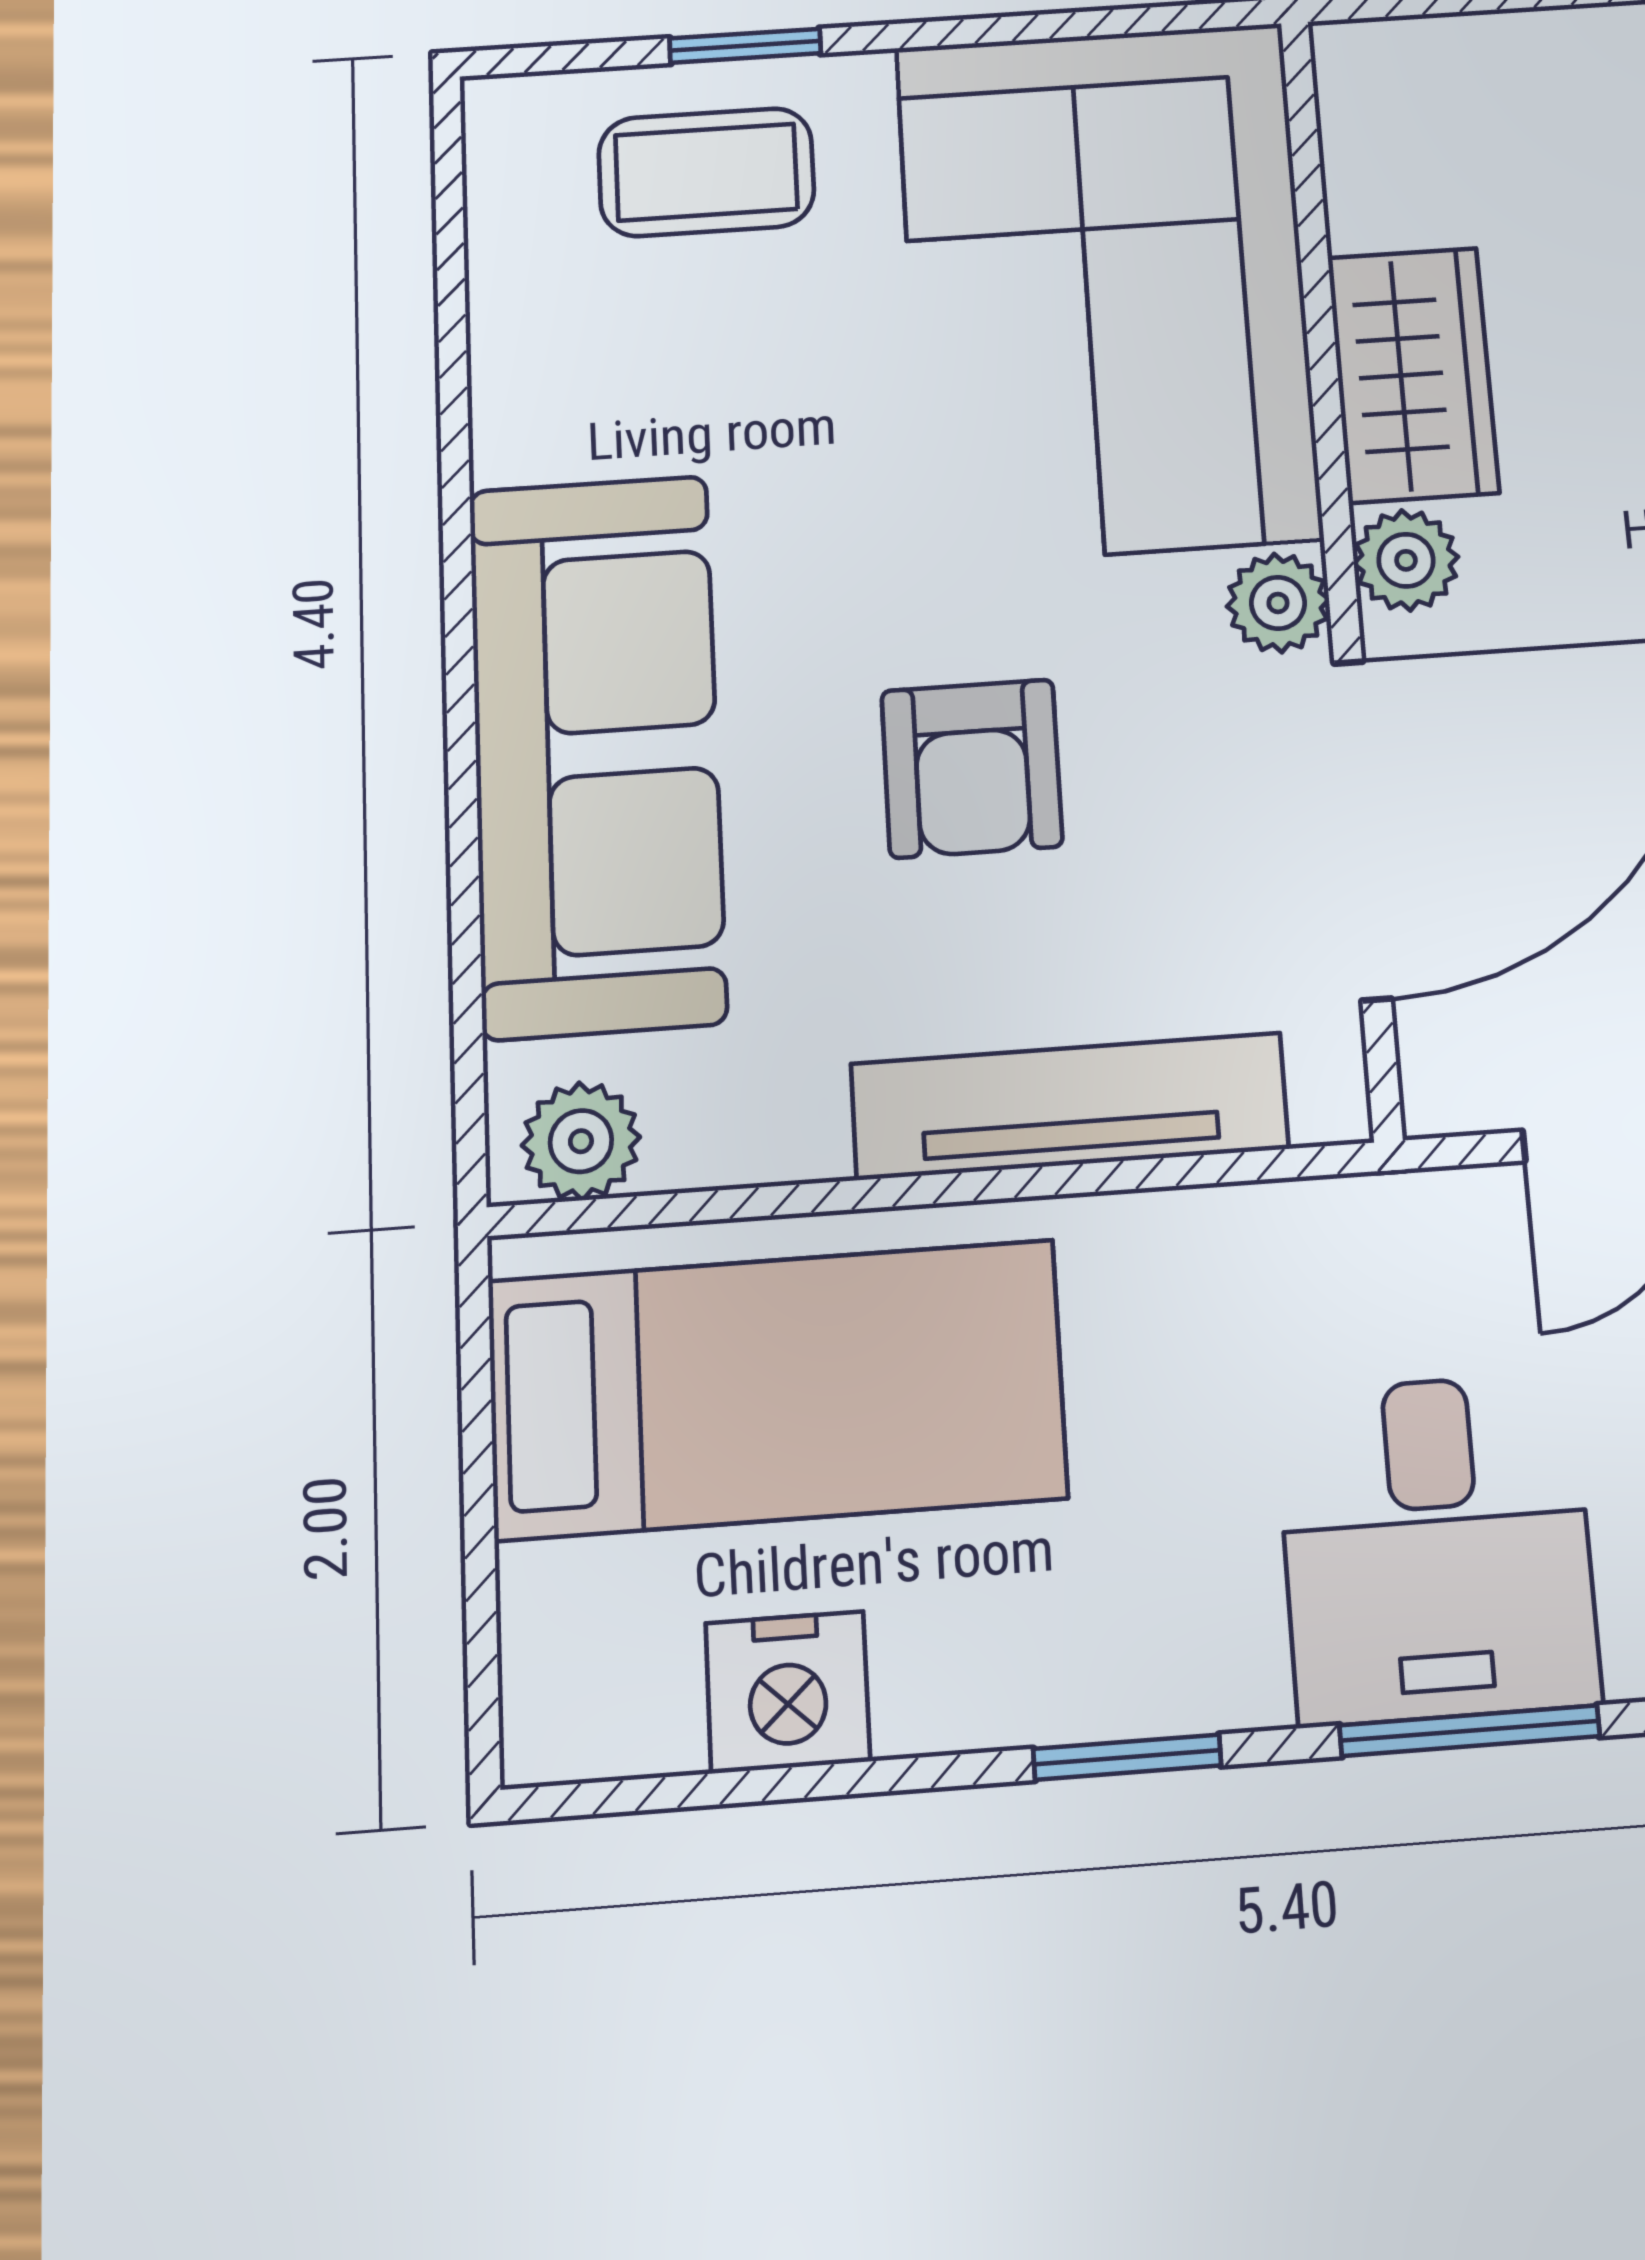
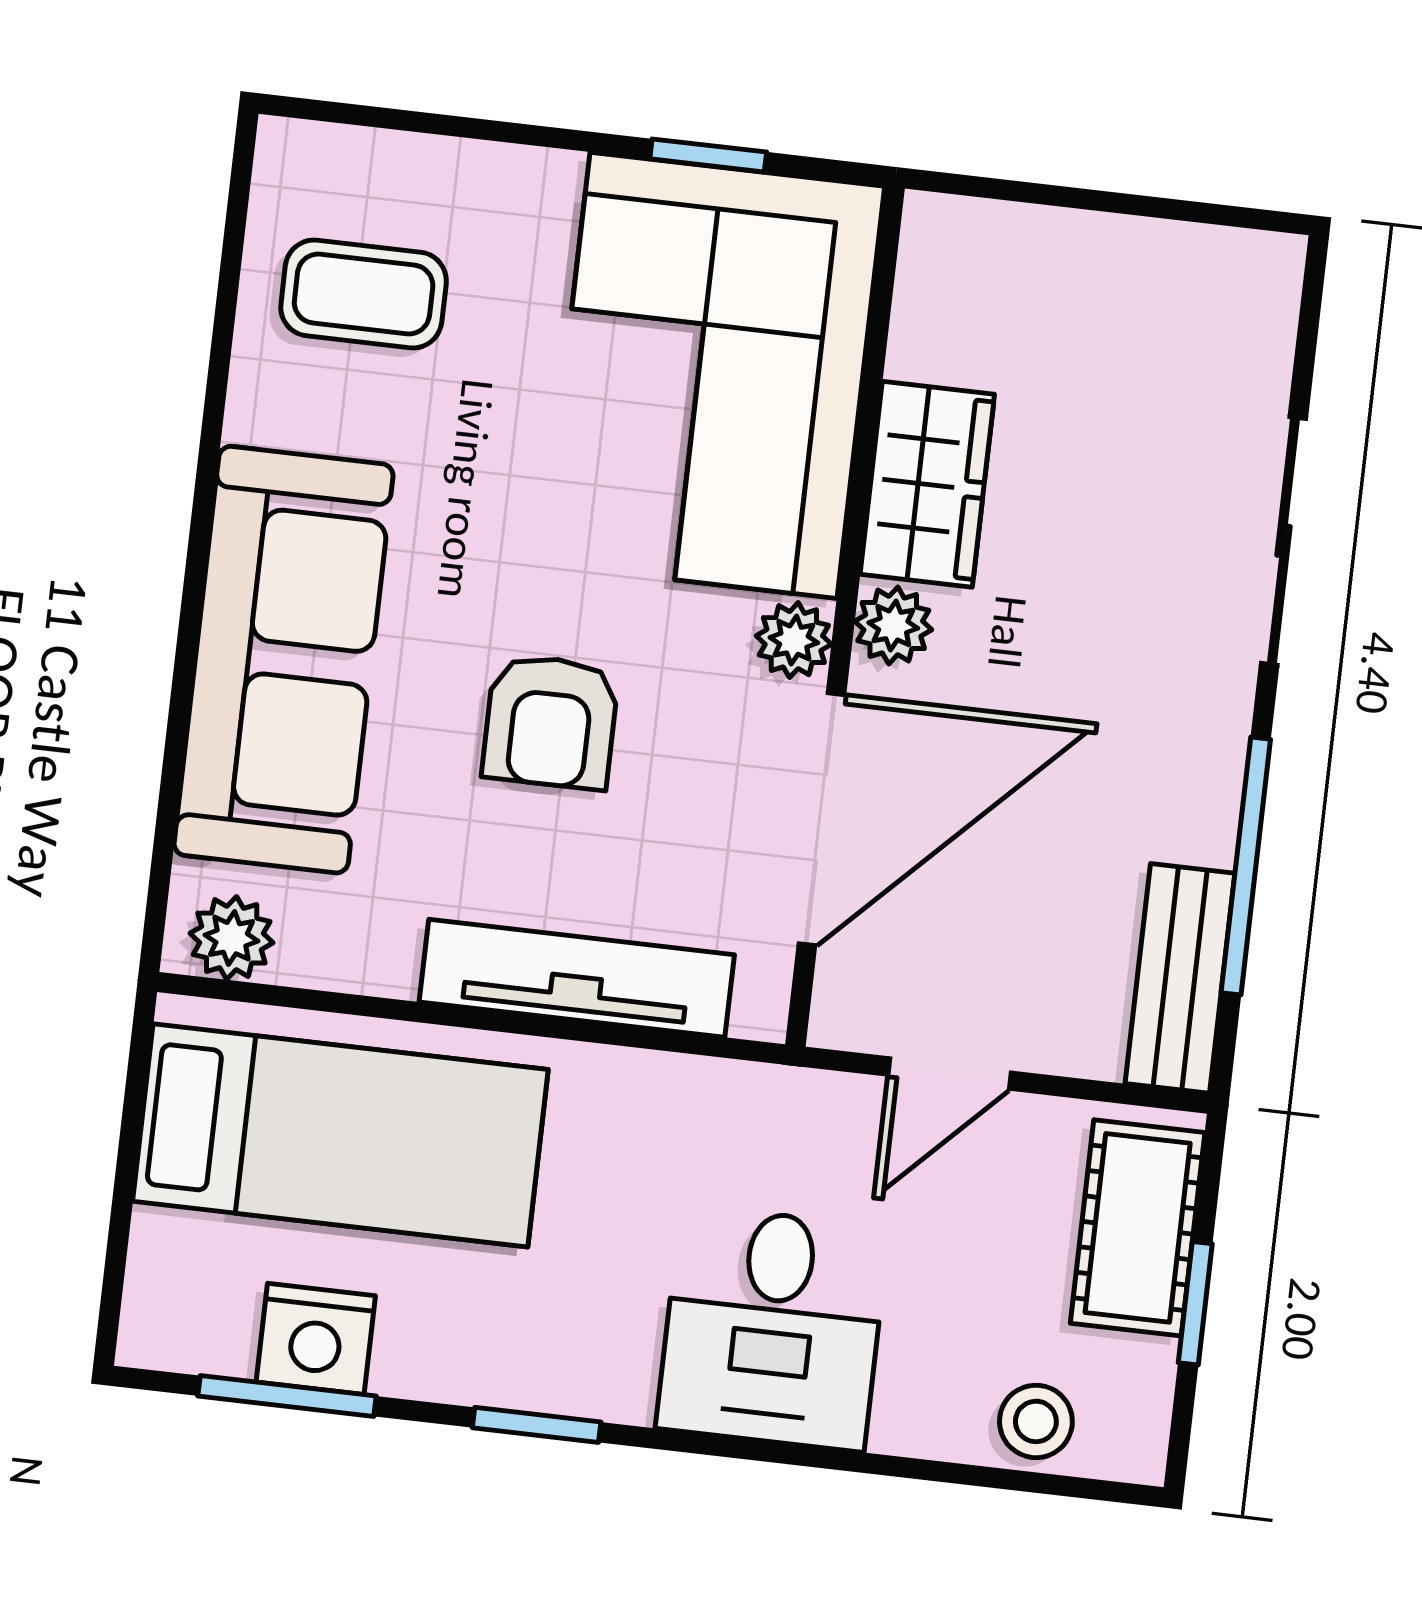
window: (745, 46) -> (708, 155), moved
coffee table: (706, 172) -> (364, 294), moved
window: (1470, 1731) -> (287, 1396), moved

